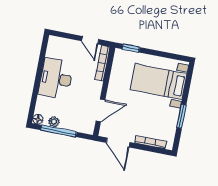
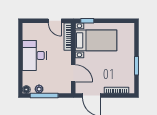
bed with nightstands: (159, 82) -> (96, 40), moved, turned 180
door: (100, 110) -> (73, 73), hinge flipped

